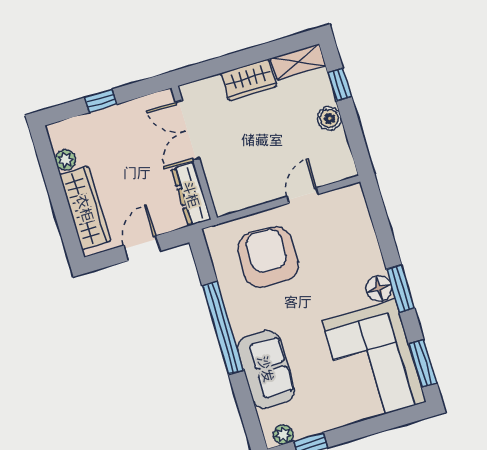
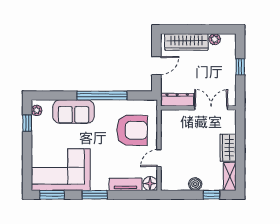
door: (303, 195) -> (159, 158), swing flipped
tv unit: (366, 240) -> (125, 184), added
door: (142, 248) -> (156, 66), hinge flipped
floor lamp: (379, 288) -> (150, 183), moved

